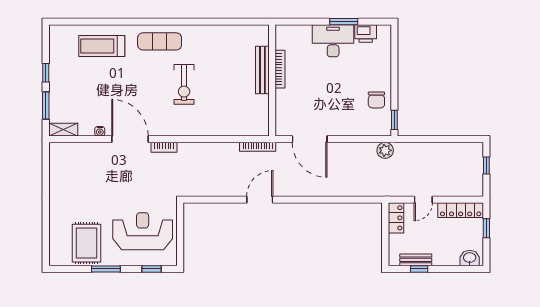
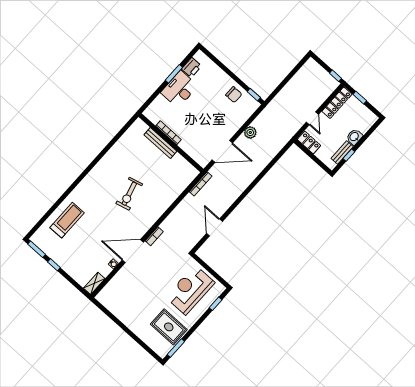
exercise mat: (160, 41) -> (93, 186), removed
treadmill: (102, 46) -> (67, 220), turned 180
exercise bike: (184, 84) -> (129, 194), turned 75
window: (46, 106) -> (37, 249), moved
plant: (385, 150) -> (250, 132), moved
window: (486, 165) -> (336, 76), moved
door: (260, 200) -> (214, 227), moved
washbasin: (470, 258) -> (354, 137), moved
window: (106, 269) -> (176, 348), moved

